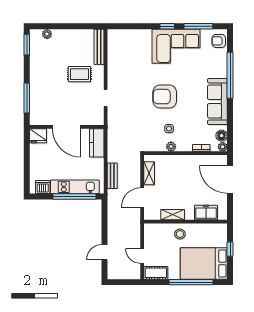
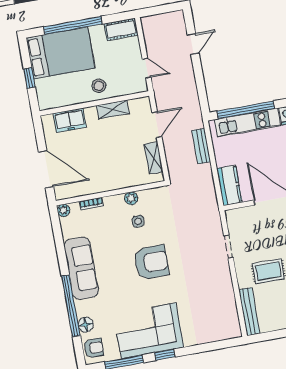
floor lamp: (222, 136) -> (86, 325), moved
door: (142, 256) -> (147, 68), moved

